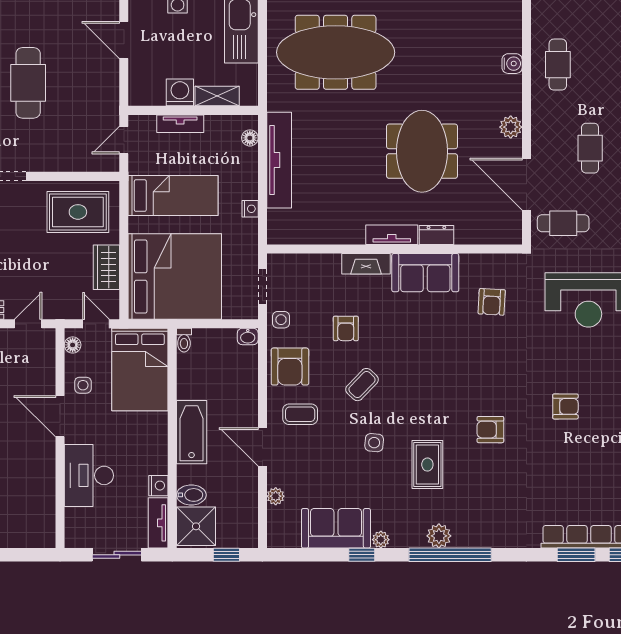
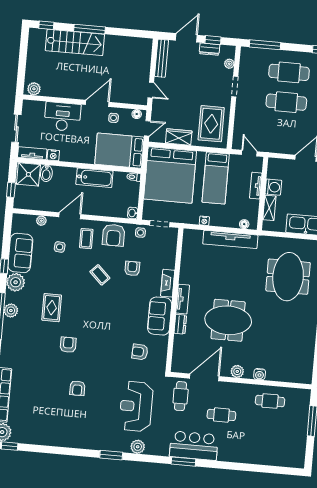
meeting table: (336, 52) -> (288, 277), width x0.73
water cooler: (512, 64) -> (260, 374), moved
armchair: (346, 328) -> (132, 269), turned 90
armchair: (290, 367) -> (114, 235), turned -90
bathtub: (192, 432) -> (94, 178), moved
side table: (374, 443) -> (60, 247), moved
rug: (427, 465) -> (52, 308), turned 90
plant: (44, 530) -> (34, 89), added
plant: (381, 540) -> (16, 282), width x1.88, depth x1.88

